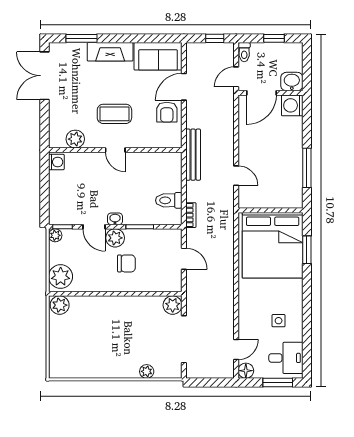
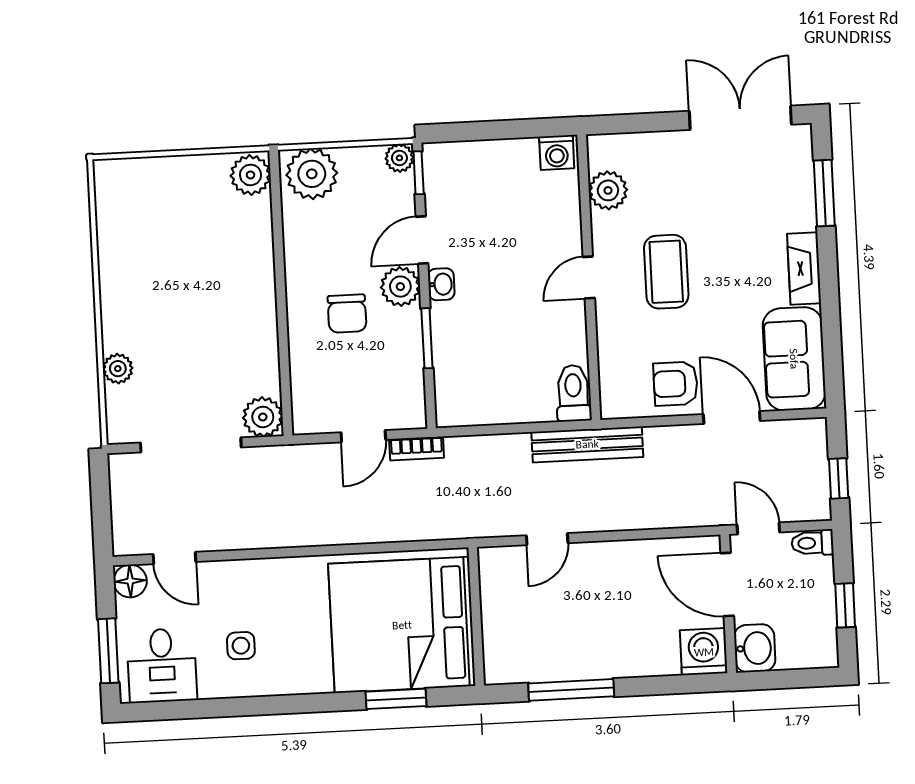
fireplace: (110, 52) -> (804, 269), width x0.73, depth x0.76
toilet: (169, 200) -> (573, 393), moved
bookcase: (191, 215) -> (417, 448), moved

